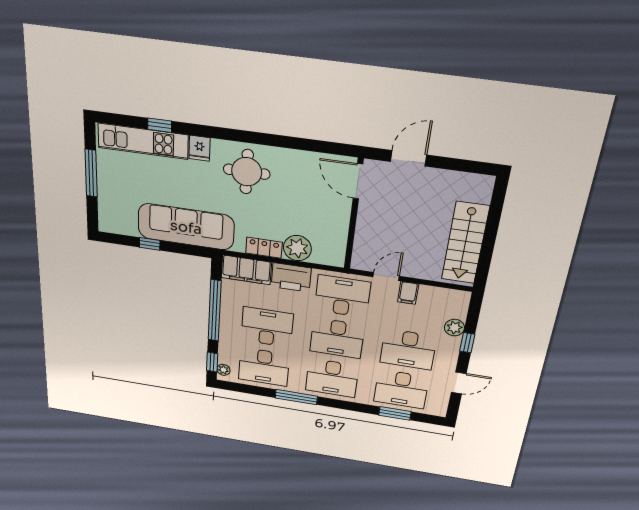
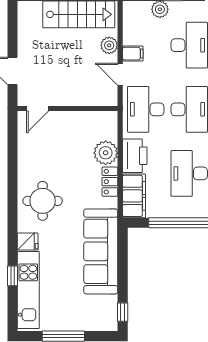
door: (358, 181) -> (38, 108), width x0.73
window: (150, 244) -> (123, 312), moved
plant: (422, 270) -> (109, 45), added

